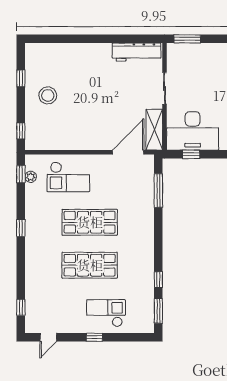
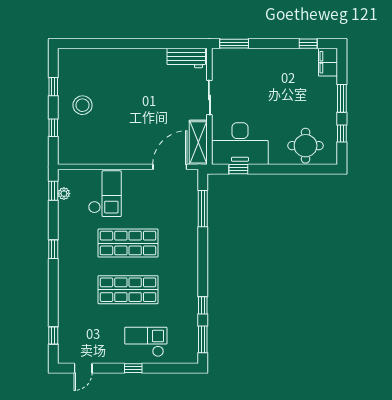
workbench: (137, 52) -> (186, 58), width x0.73
window: (21, 131) -> (53, 128), moved
checkout: (68, 177) -> (105, 194), turned -90

